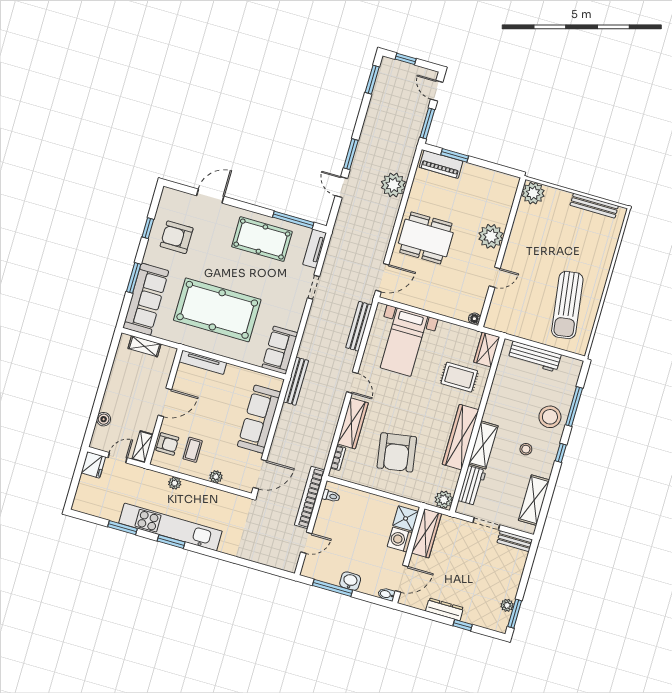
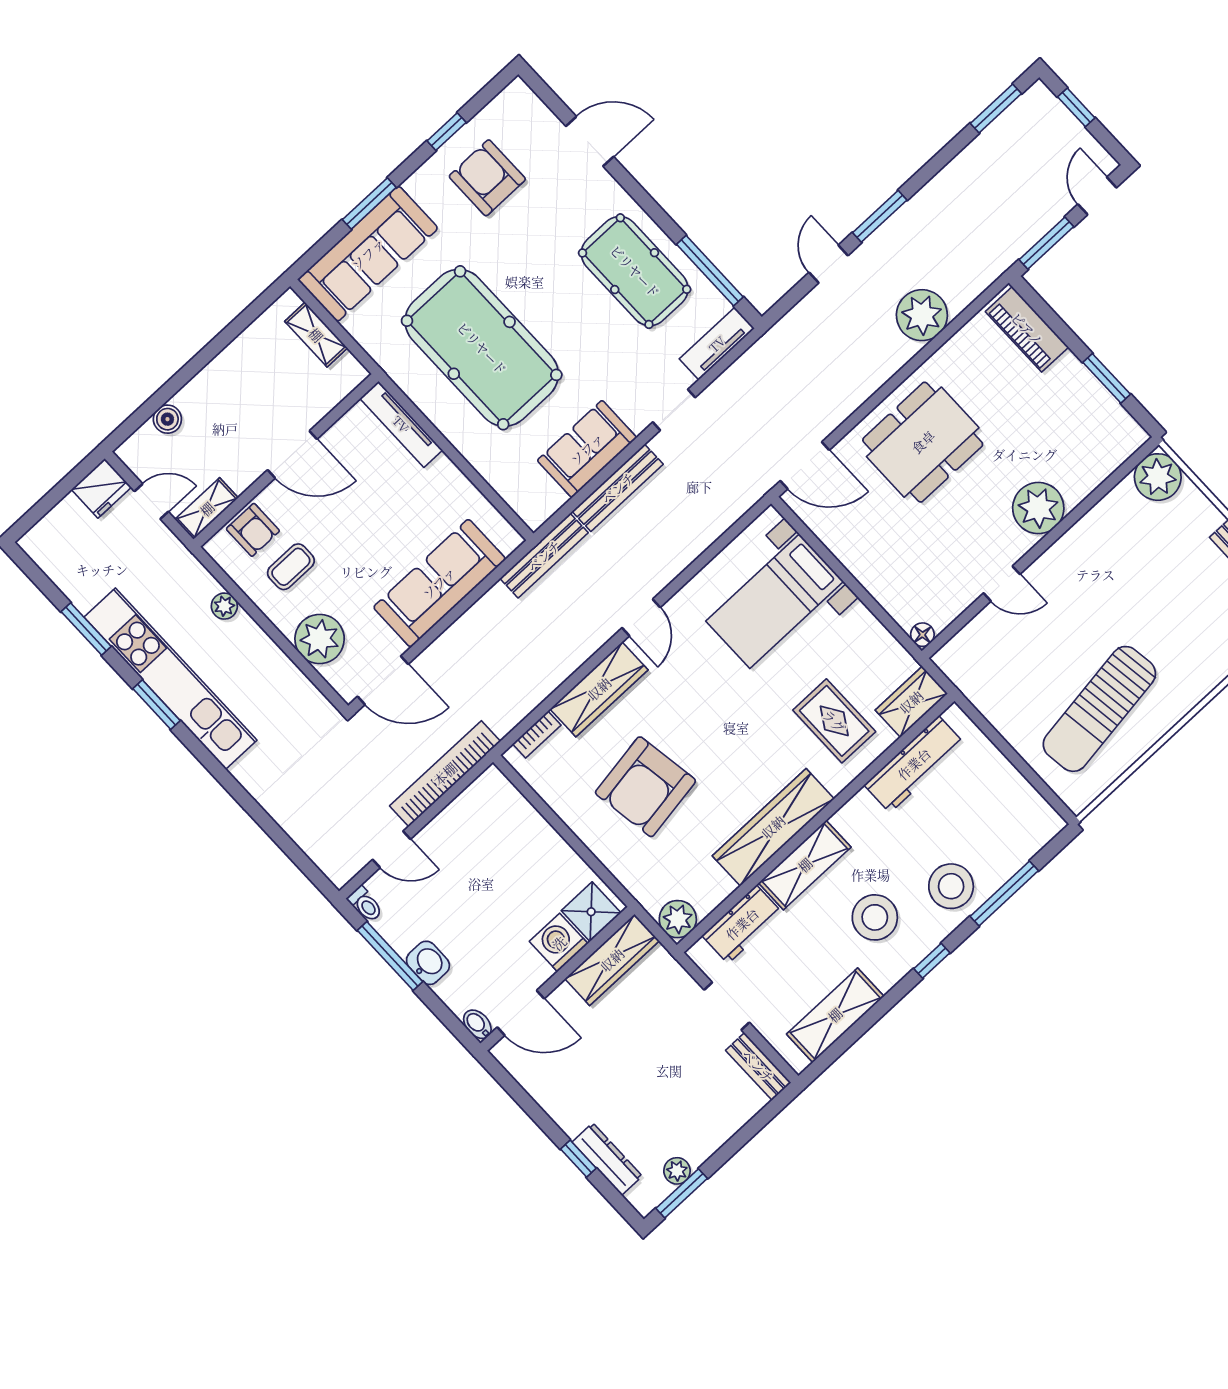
window: (455, 155) -> (1107, 378), moved
dining table: (426, 238) -> (923, 442), turned 90
bench: (359, 326) -> (618, 488), moved
sofa: (280, 350) -> (587, 449), moved
workbench: (535, 357) -> (914, 764), moved, turned -90
stool: (526, 449) -> (875, 917), width x1.89, depth x1.89
plant: (216, 477) -> (320, 639), width x1.88, depth x1.88
toilet: (331, 496) -> (365, 904), moved
dresser: (444, 609) -> (607, 1159), moved

